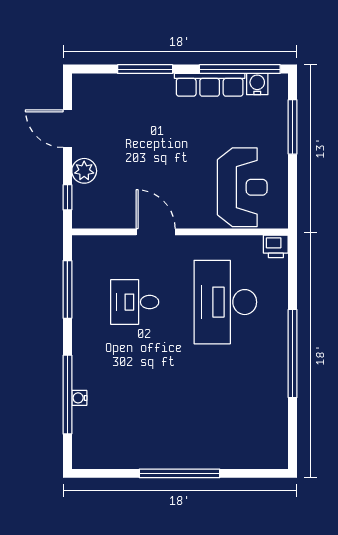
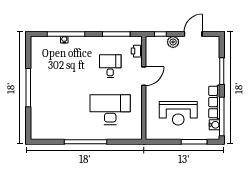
reception desk: (242, 187) -> (178, 113), moved
printer: (276, 246) -> (137, 51), moved

